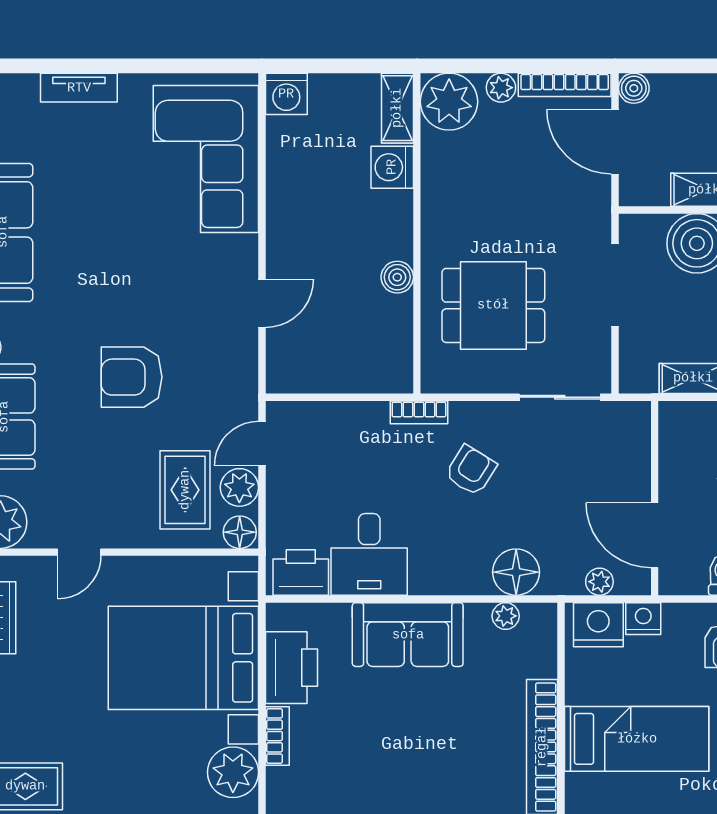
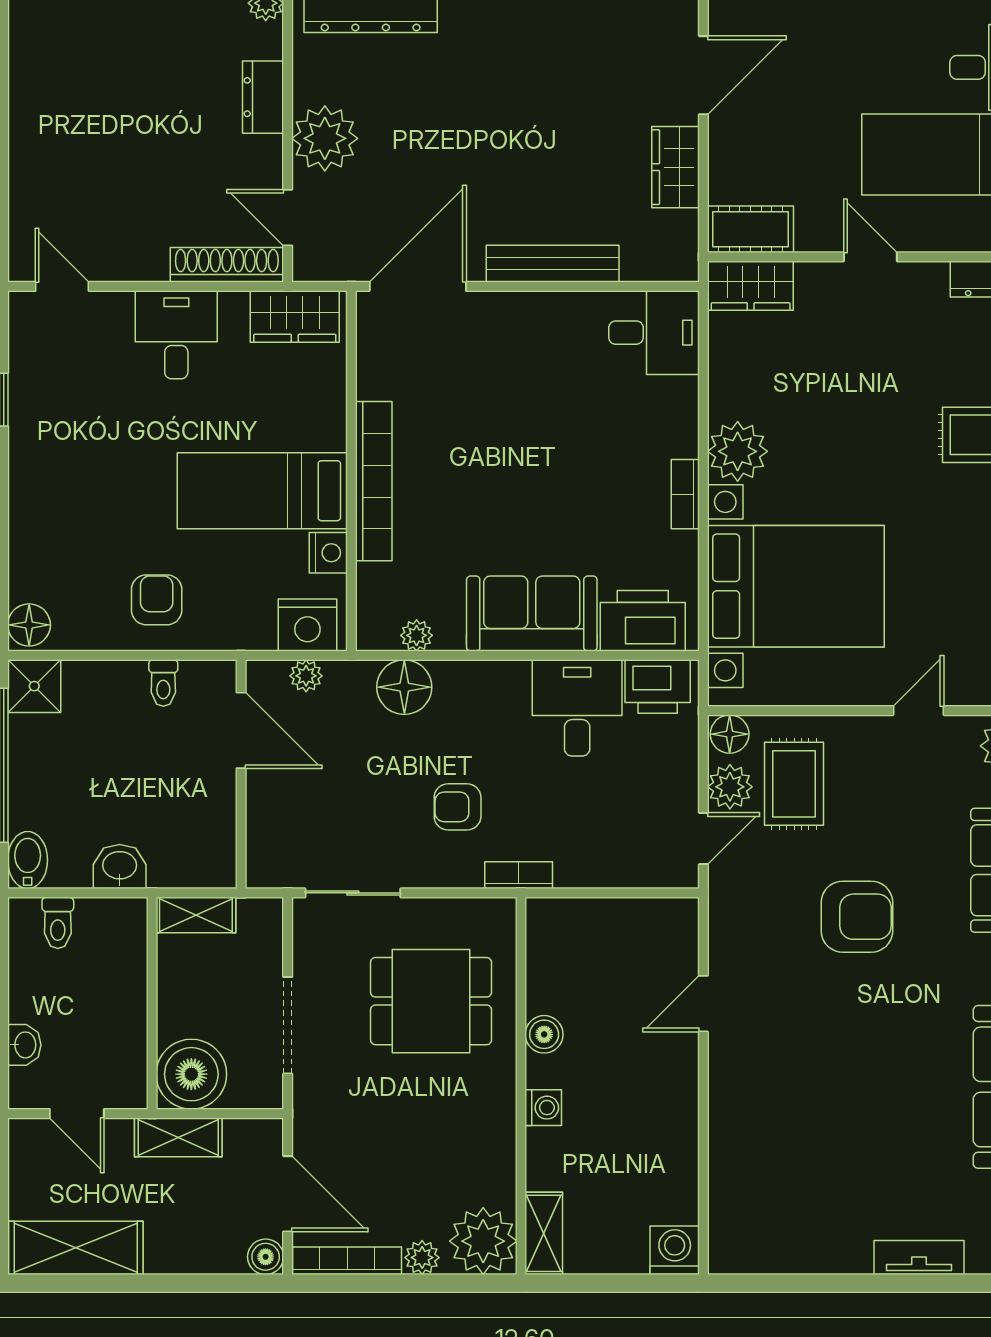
corner sofa: (206, 159) -> (769, 1173), removed
washing machine: (392, 167) -> (543, 1108), moved, width x0.73, depth x0.73
armchair: (471, 470) -> (458, 807), turned 58
nightstand: (643, 619) -> (328, 553), moved, turned -90
printer: (291, 668) -> (643, 621), moved, turned 90

